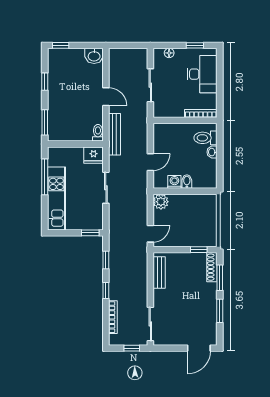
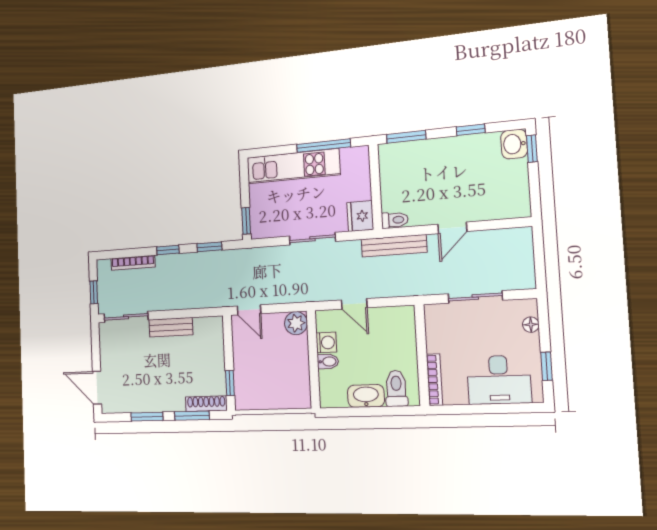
washbasin: (94, 56) -> (514, 144), moved
washbasin: (212, 152) -> (366, 396), width x1.91, depth x1.45
bench: (159, 273) -> (171, 327), moved

